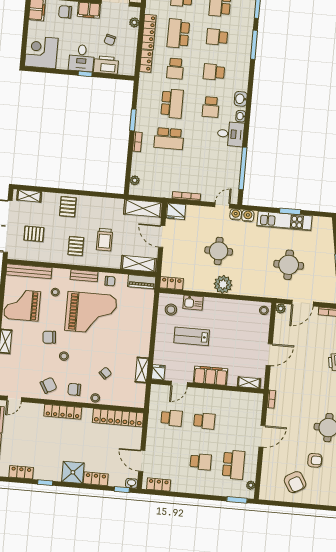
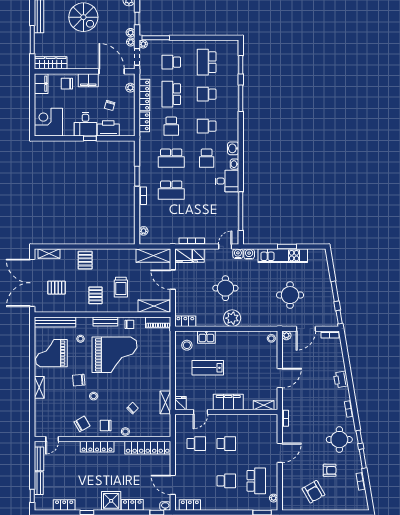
school desk: (172, 104) -> (171, 158), turned 90
fridge: (192, 213) -> (198, 256), added

